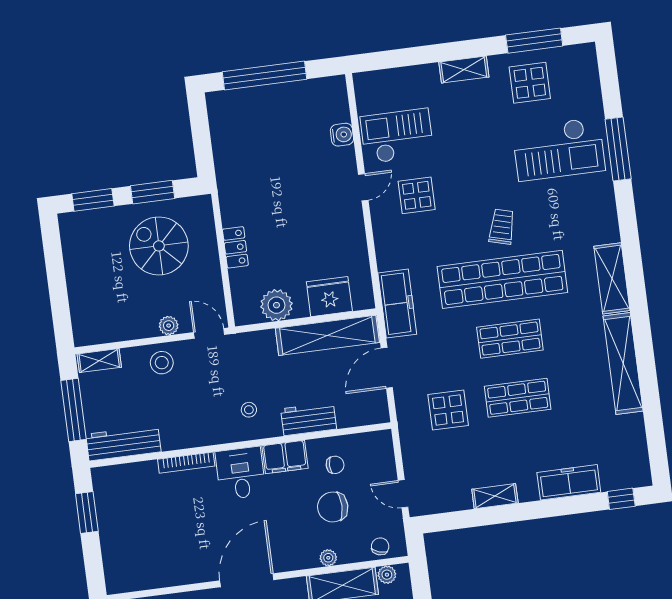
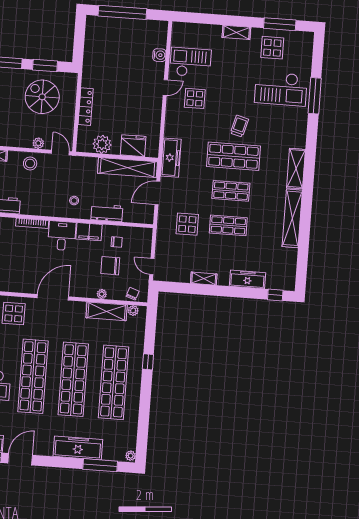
locker: (235, 247) -> (86, 107), width x1.53
shop shelf: (502, 279) -> (233, 156), width x0.71

